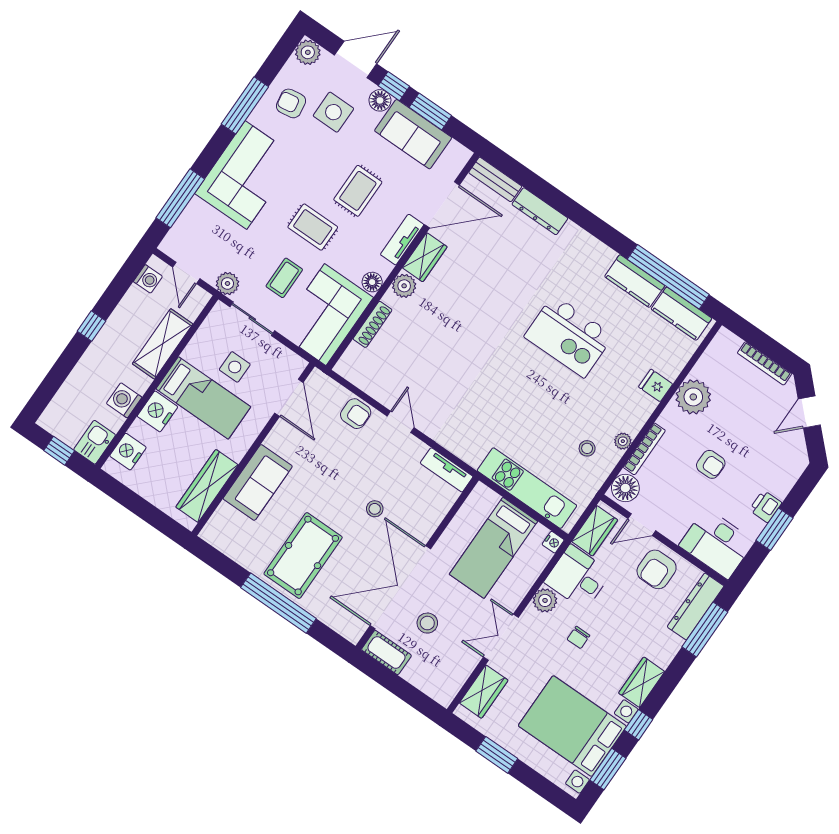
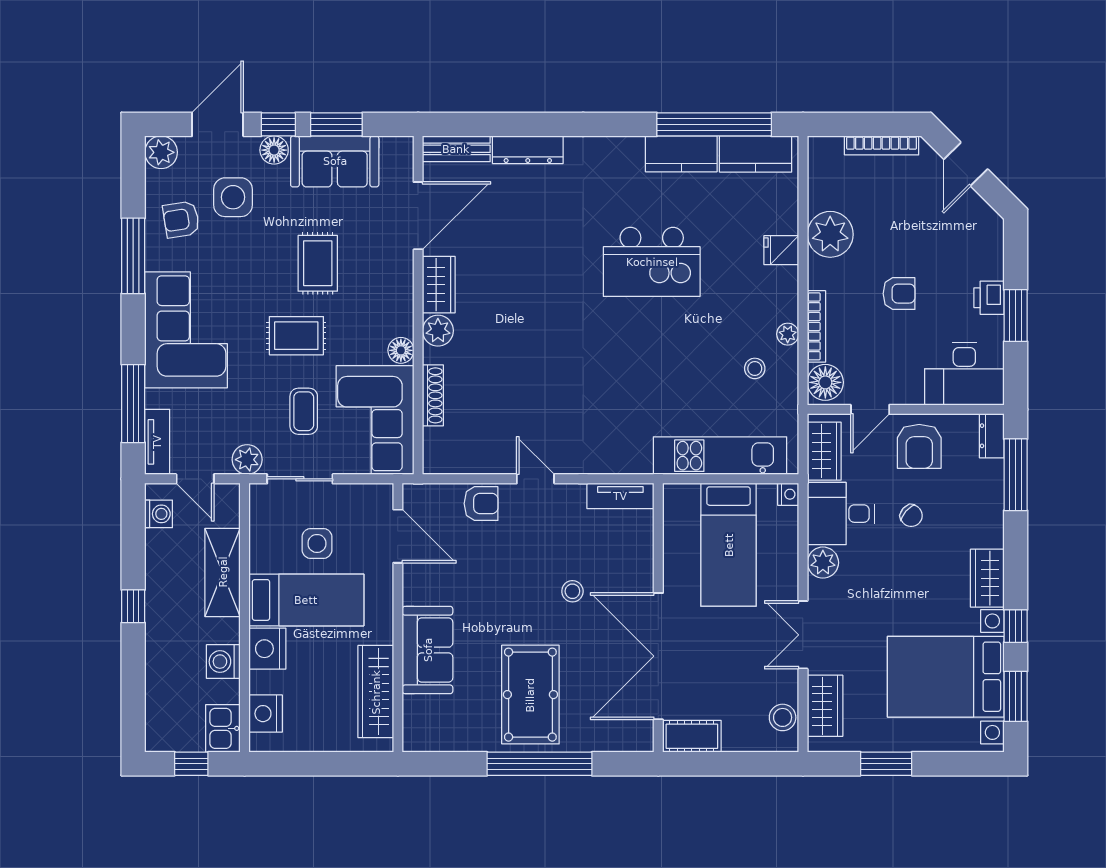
tv unit: (402, 240) -> (157, 442), moved, turned 180
dresser: (696, 606) -> (992, 436), width x0.51, depth x0.80
stool: (427, 623) -> (783, 717), moved
chair: (578, 637) -> (911, 516), moved, turned -49

